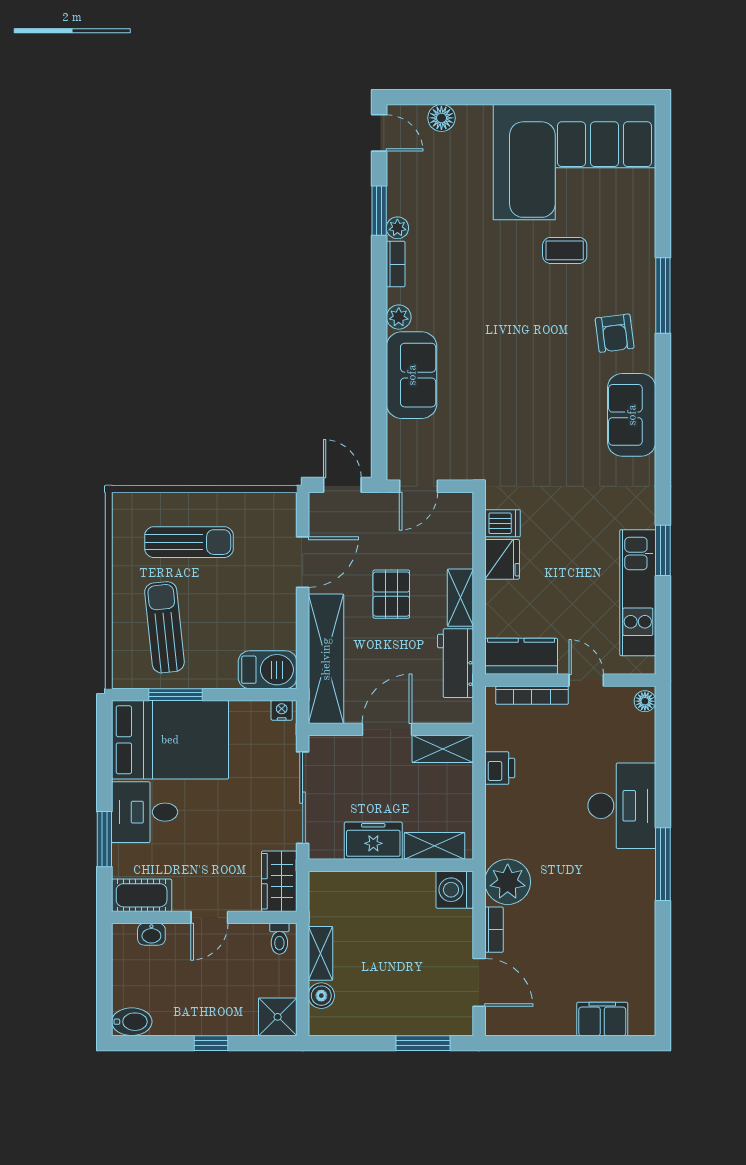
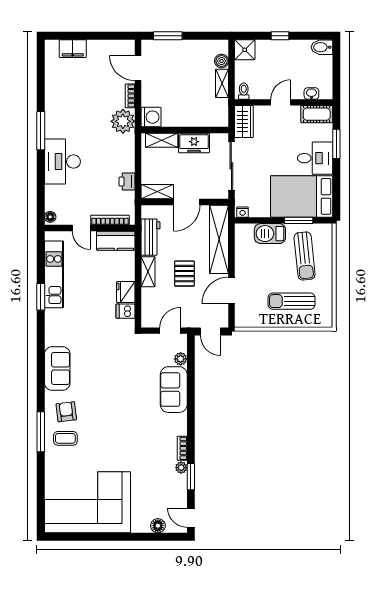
coffee table: (565, 250) -> (65, 438), moved
plant: (399, 317) -> (181, 359), moved
barbecue: (268, 670) -> (270, 234), moved

